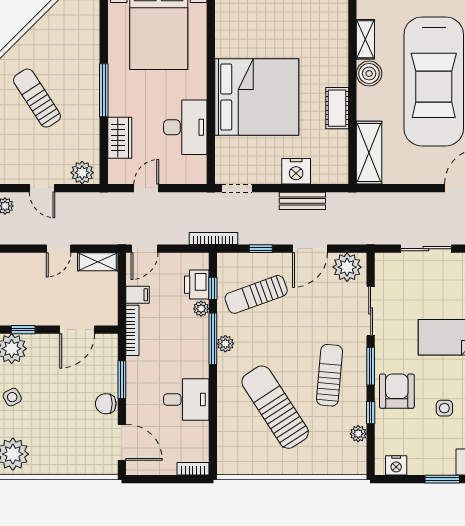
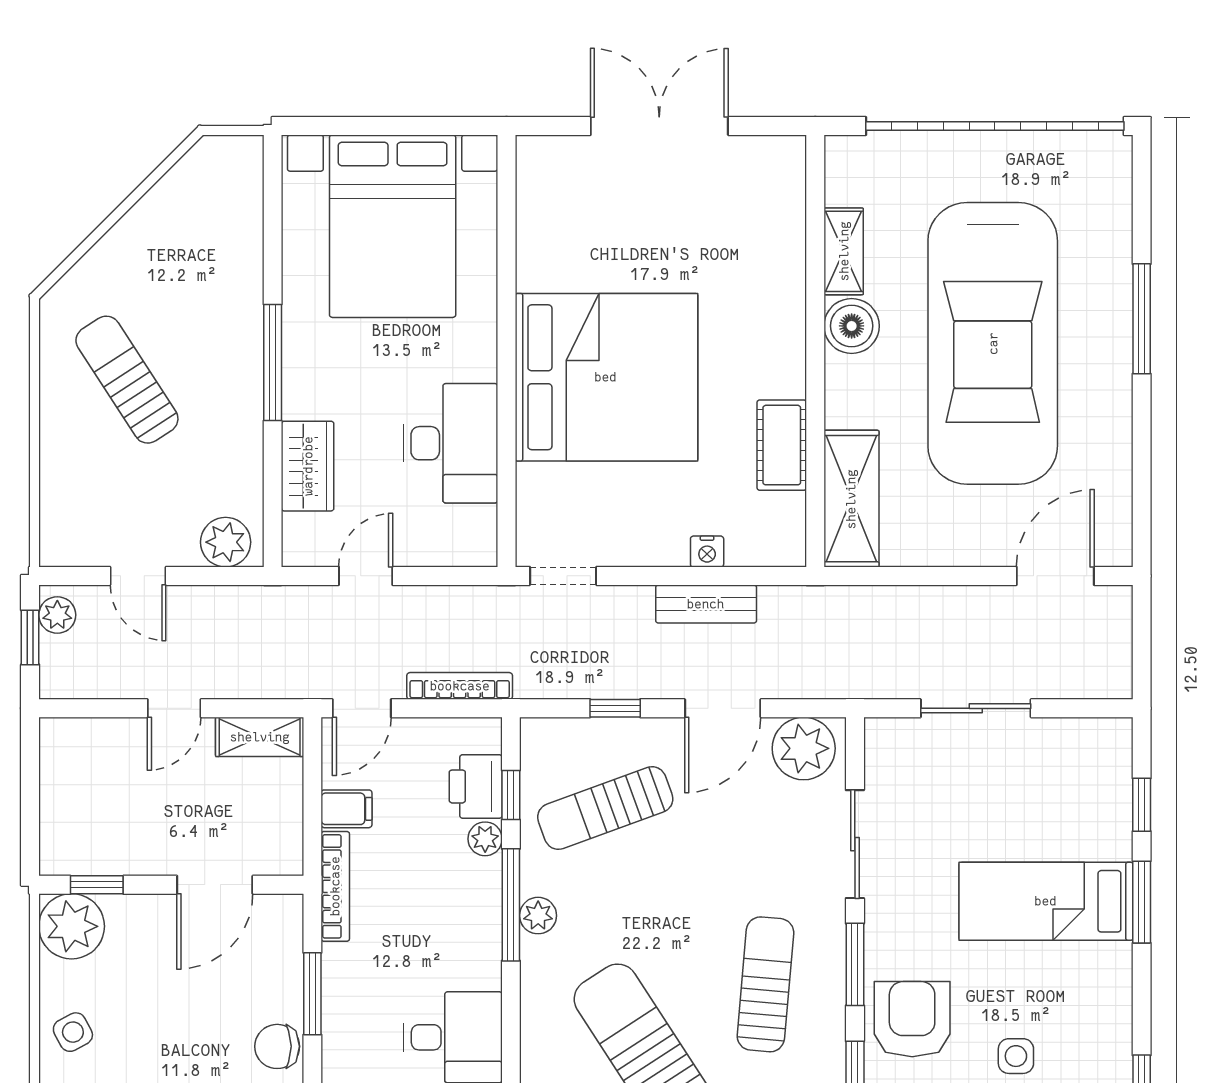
cot: (337, 108) -> (782, 445), moved
nightstand: (296, 171) -> (707, 552), width x0.53, depth x0.56
bookcase: (213, 238) -> (460, 686), moved

